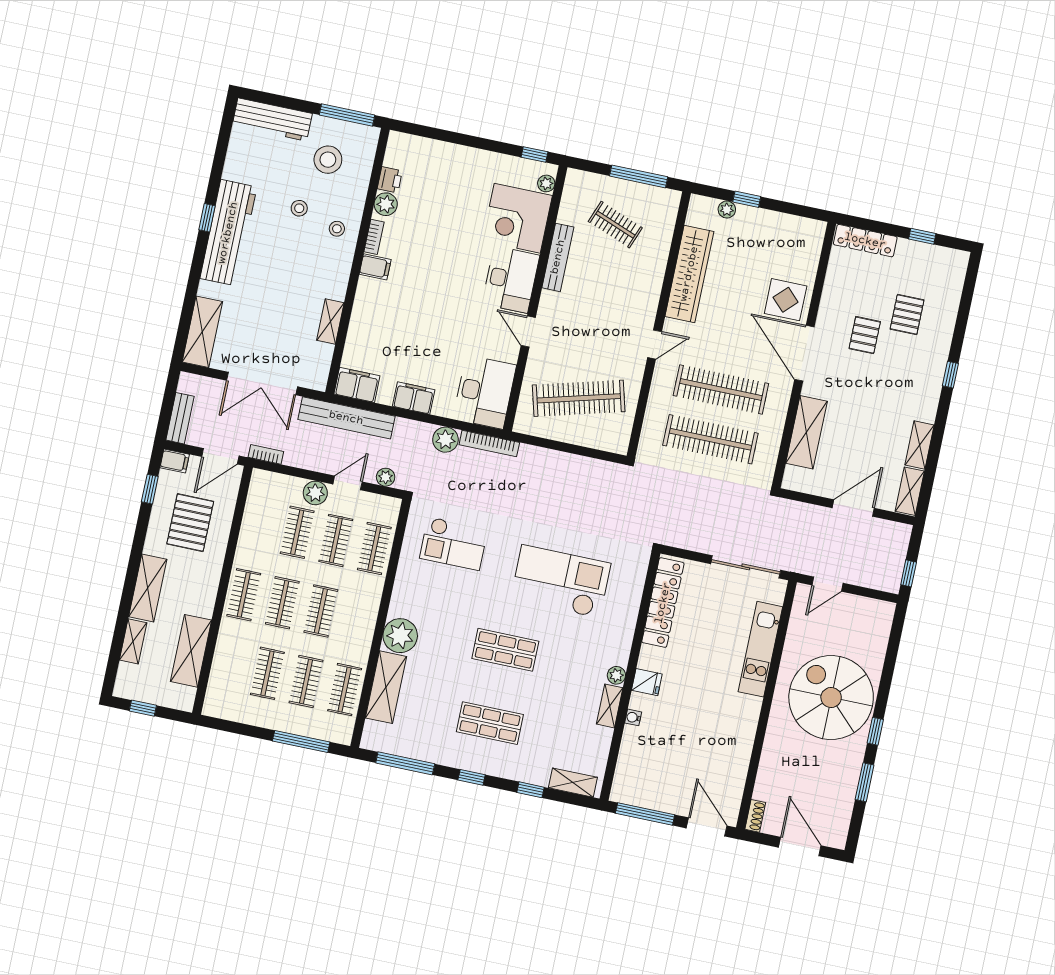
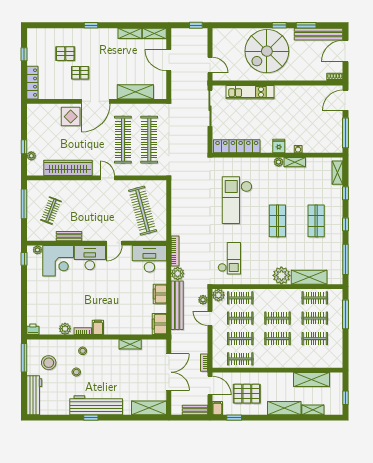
printer: (390, 180) -> (33, 329), moved
bench: (558, 257) -> (69, 236), width x0.73
bench: (346, 418) -> (177, 305), moved
plant: (315, 493) -> (218, 295), moved
clothes rail: (244, 595) -> (240, 359), moved
bench: (843, 802) -> (319, 34), added

